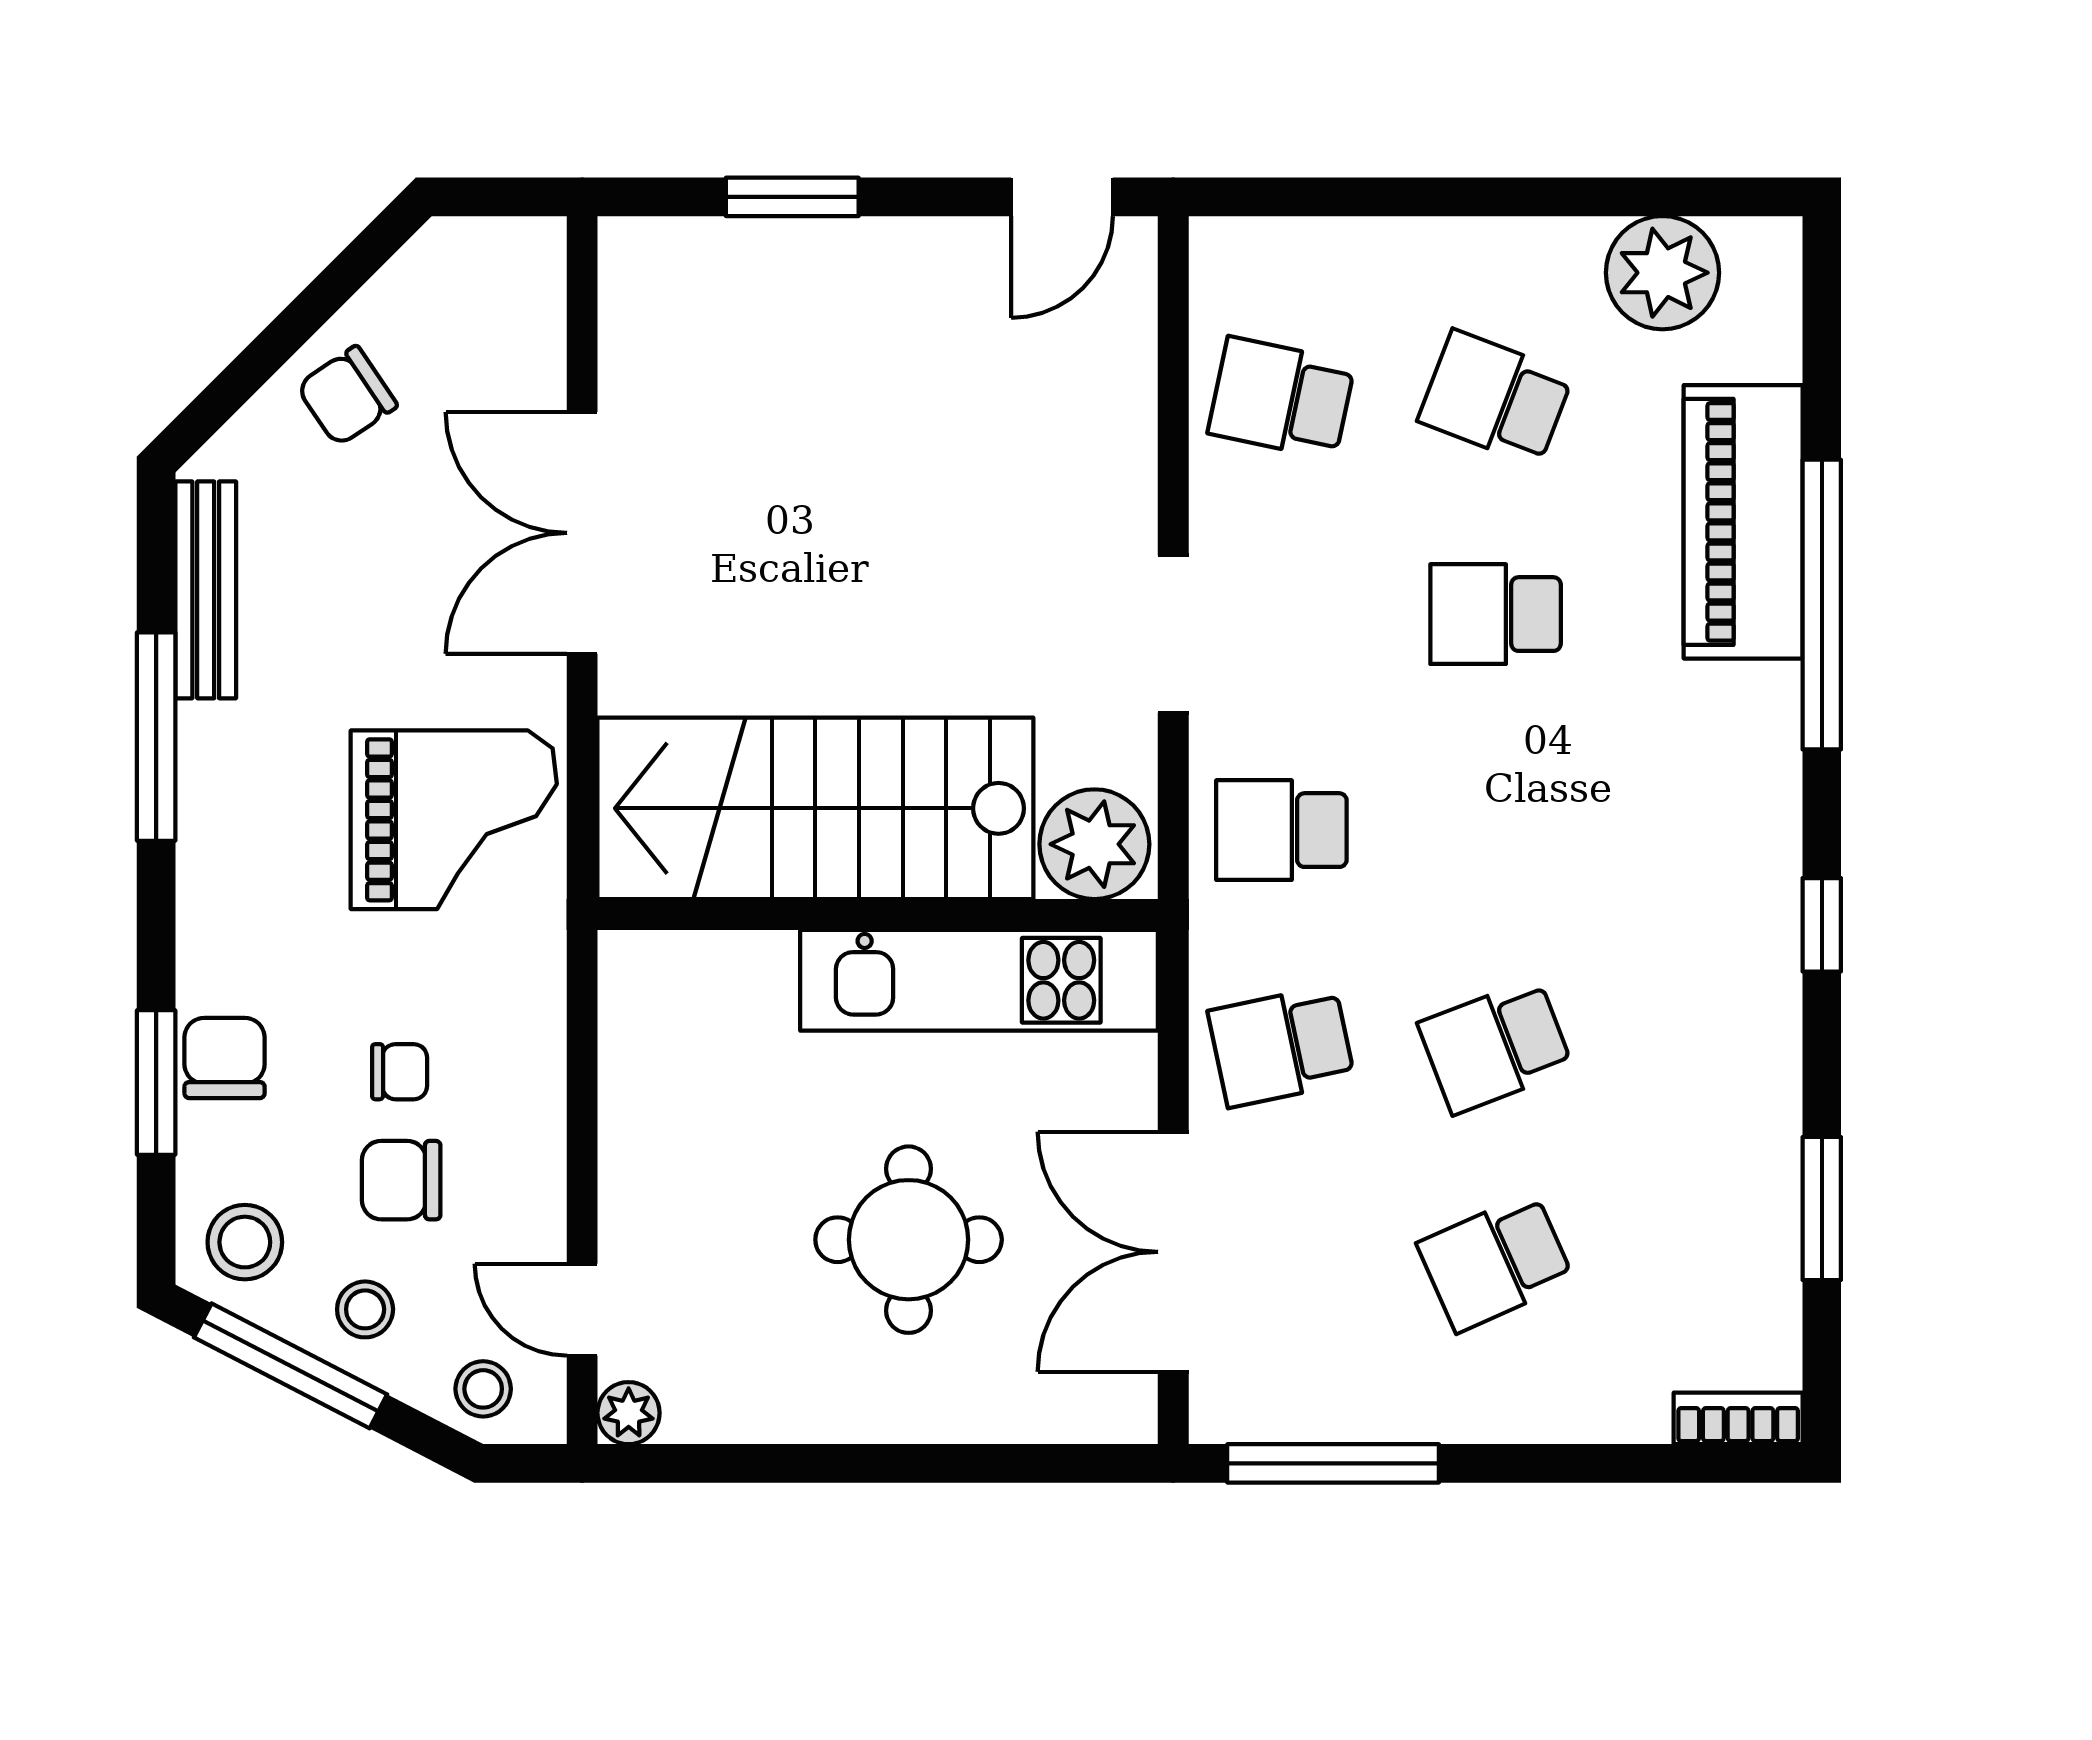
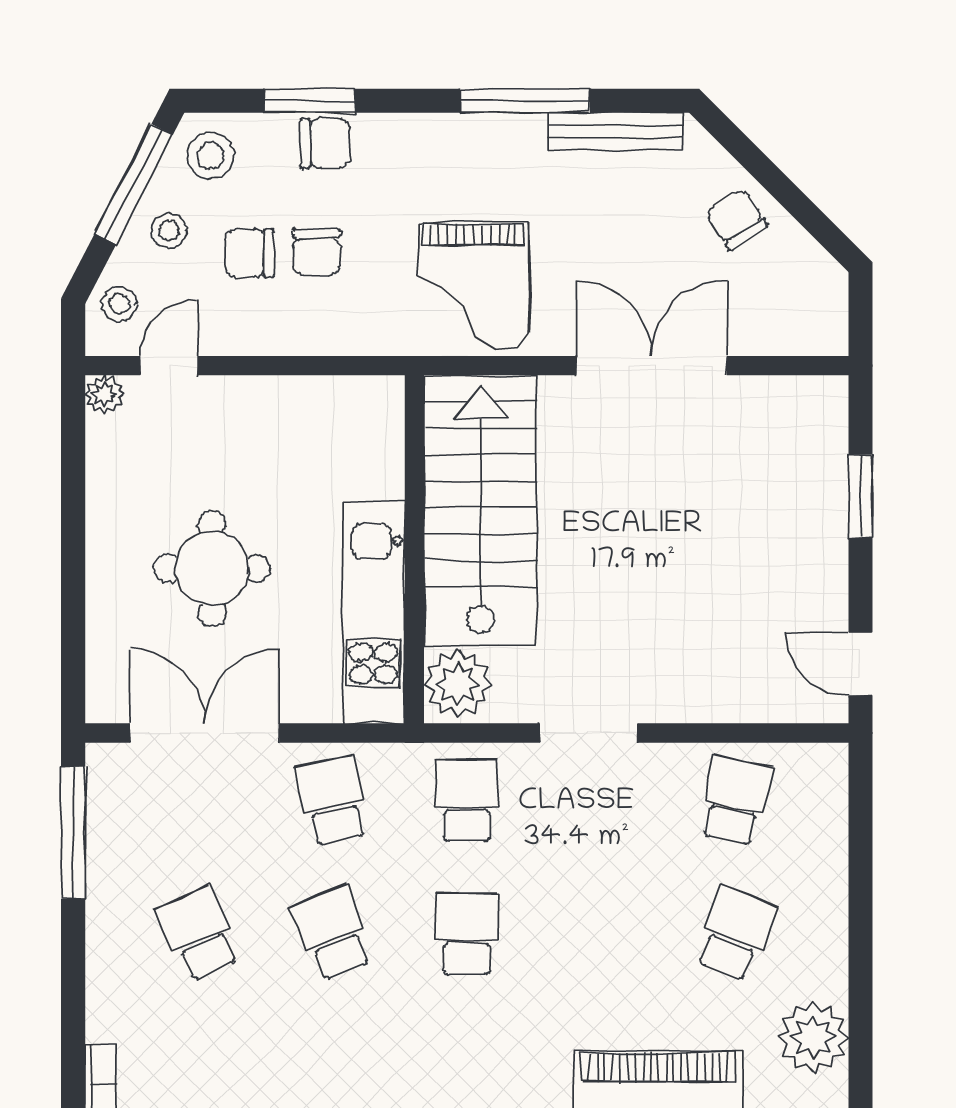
school desk: (1496, 614) -> (467, 933), moved
chair: (400, 1072) -> (317, 252), width x1.37, depth x1.37
chair: (401, 1180) -> (249, 253), turned -90

